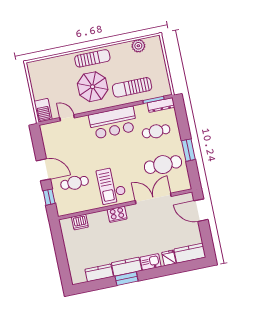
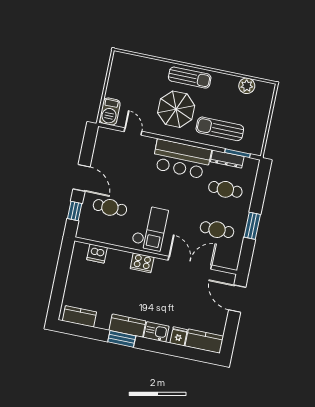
dresser: (161, 105) -> (227, 159), moved
cafe table: (163, 165) -> (217, 230), width x0.73, depth x0.74
checkout: (111, 185) -> (150, 228), turned 180
kitchen counter: (99, 273) -> (79, 316), moved

